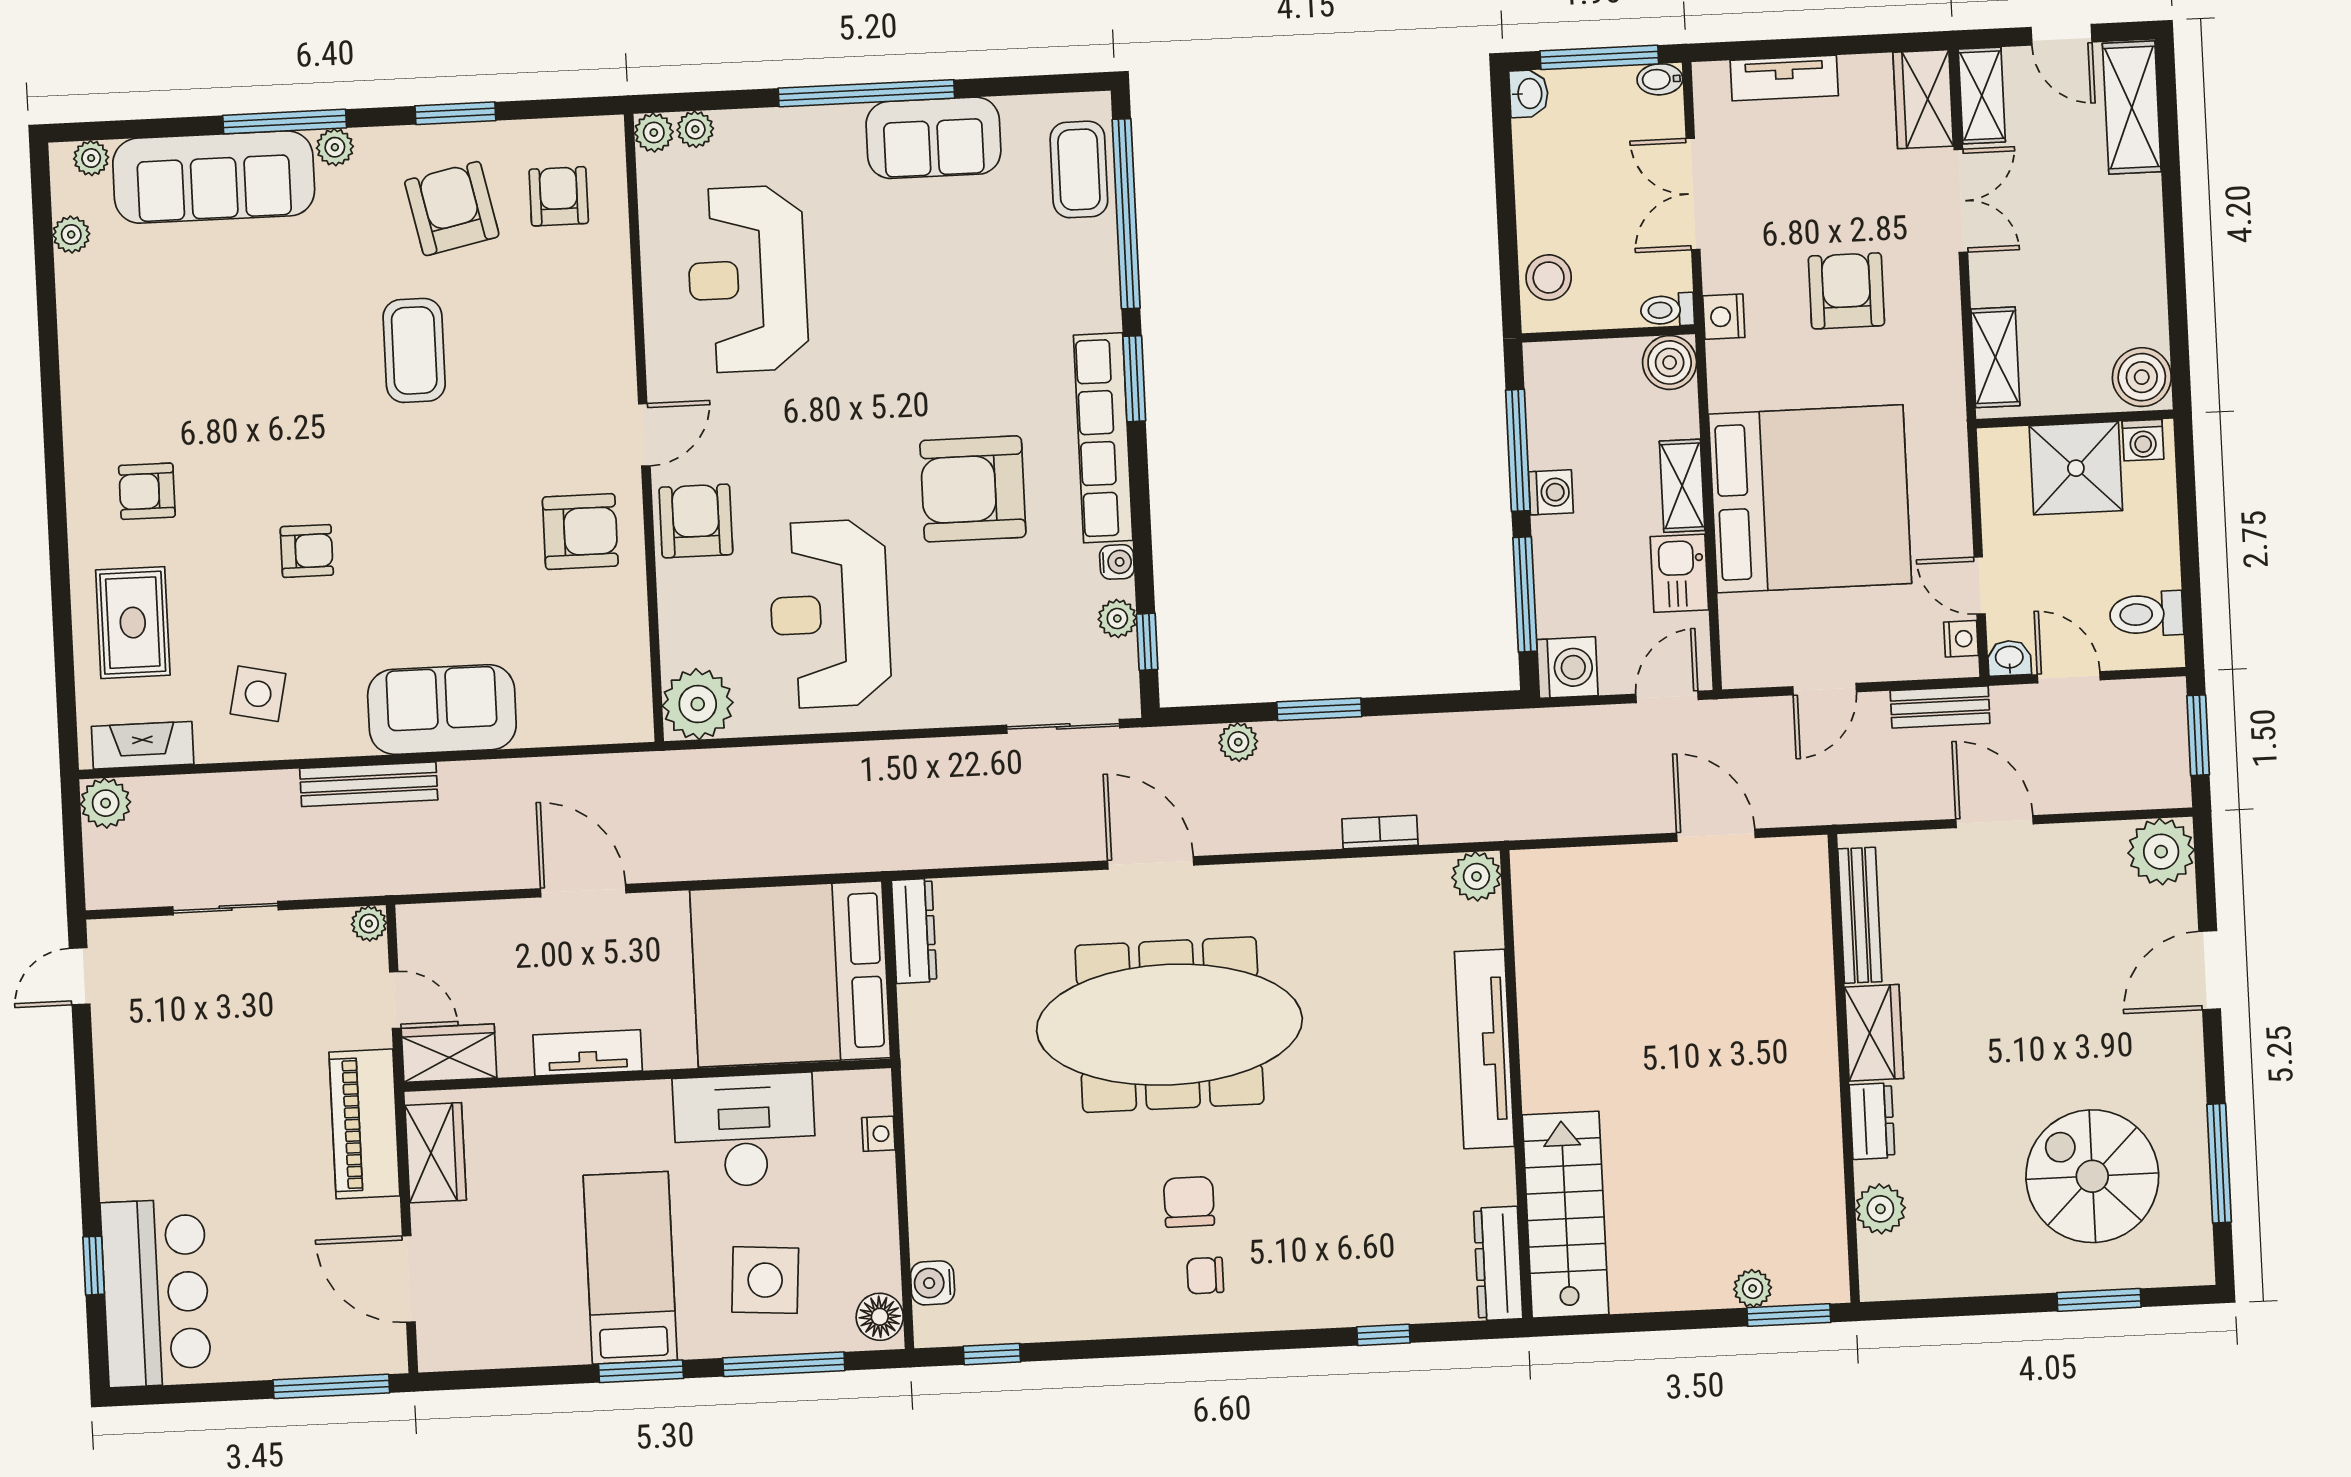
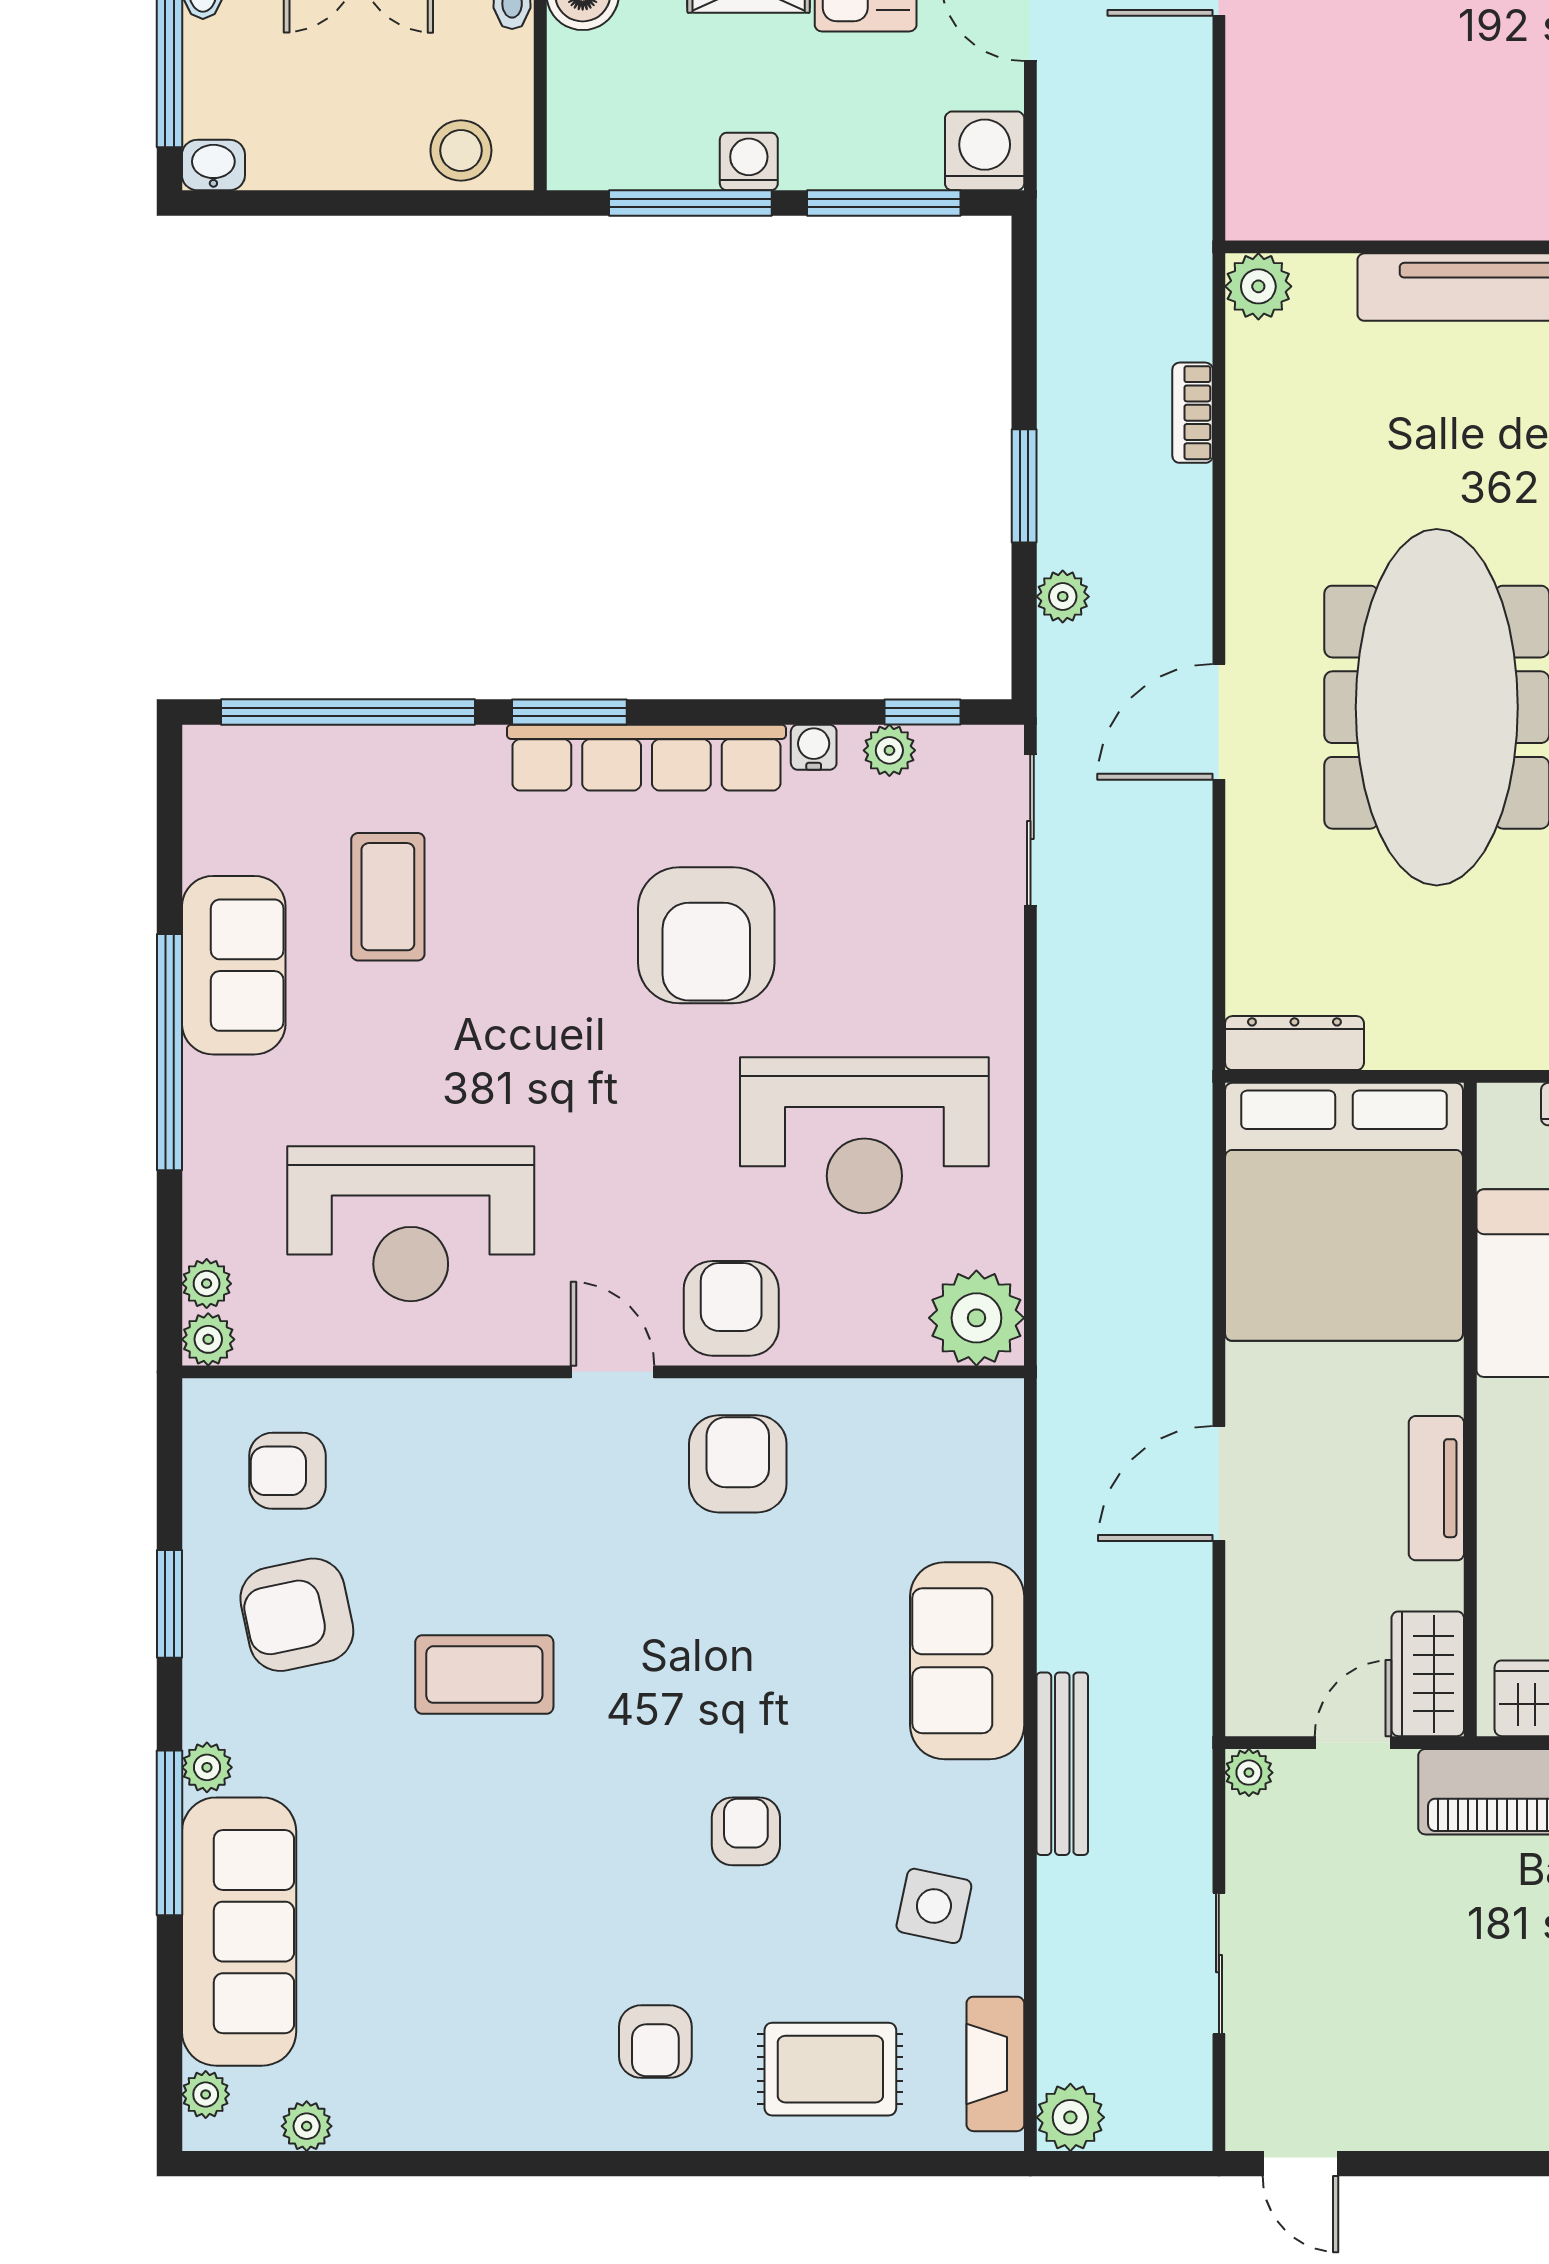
coffee table: (1079, 169) -> (388, 897), moved, turned 90
armchair: (696, 521) -> (731, 1308), turned 90

